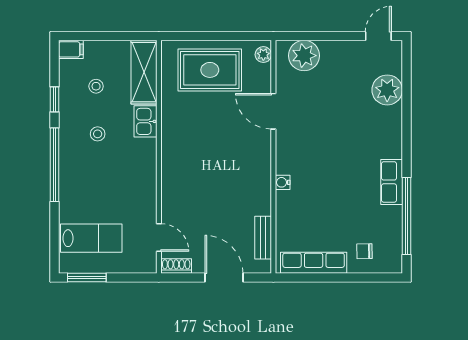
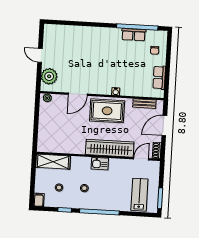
door: (378, 36) -> (40, 55), moved
rug: (210, 70) -> (107, 111), moved, turned 90
plant: (387, 90) -> (70, 33), removed
kitchen sink: (145, 121) -> (100, 164), moved
wardrobe: (175, 177) -> (110, 148), added
row of seats: (392, 182) -> (134, 35), moved
row of seats: (314, 263) -> (159, 78), width x0.68

